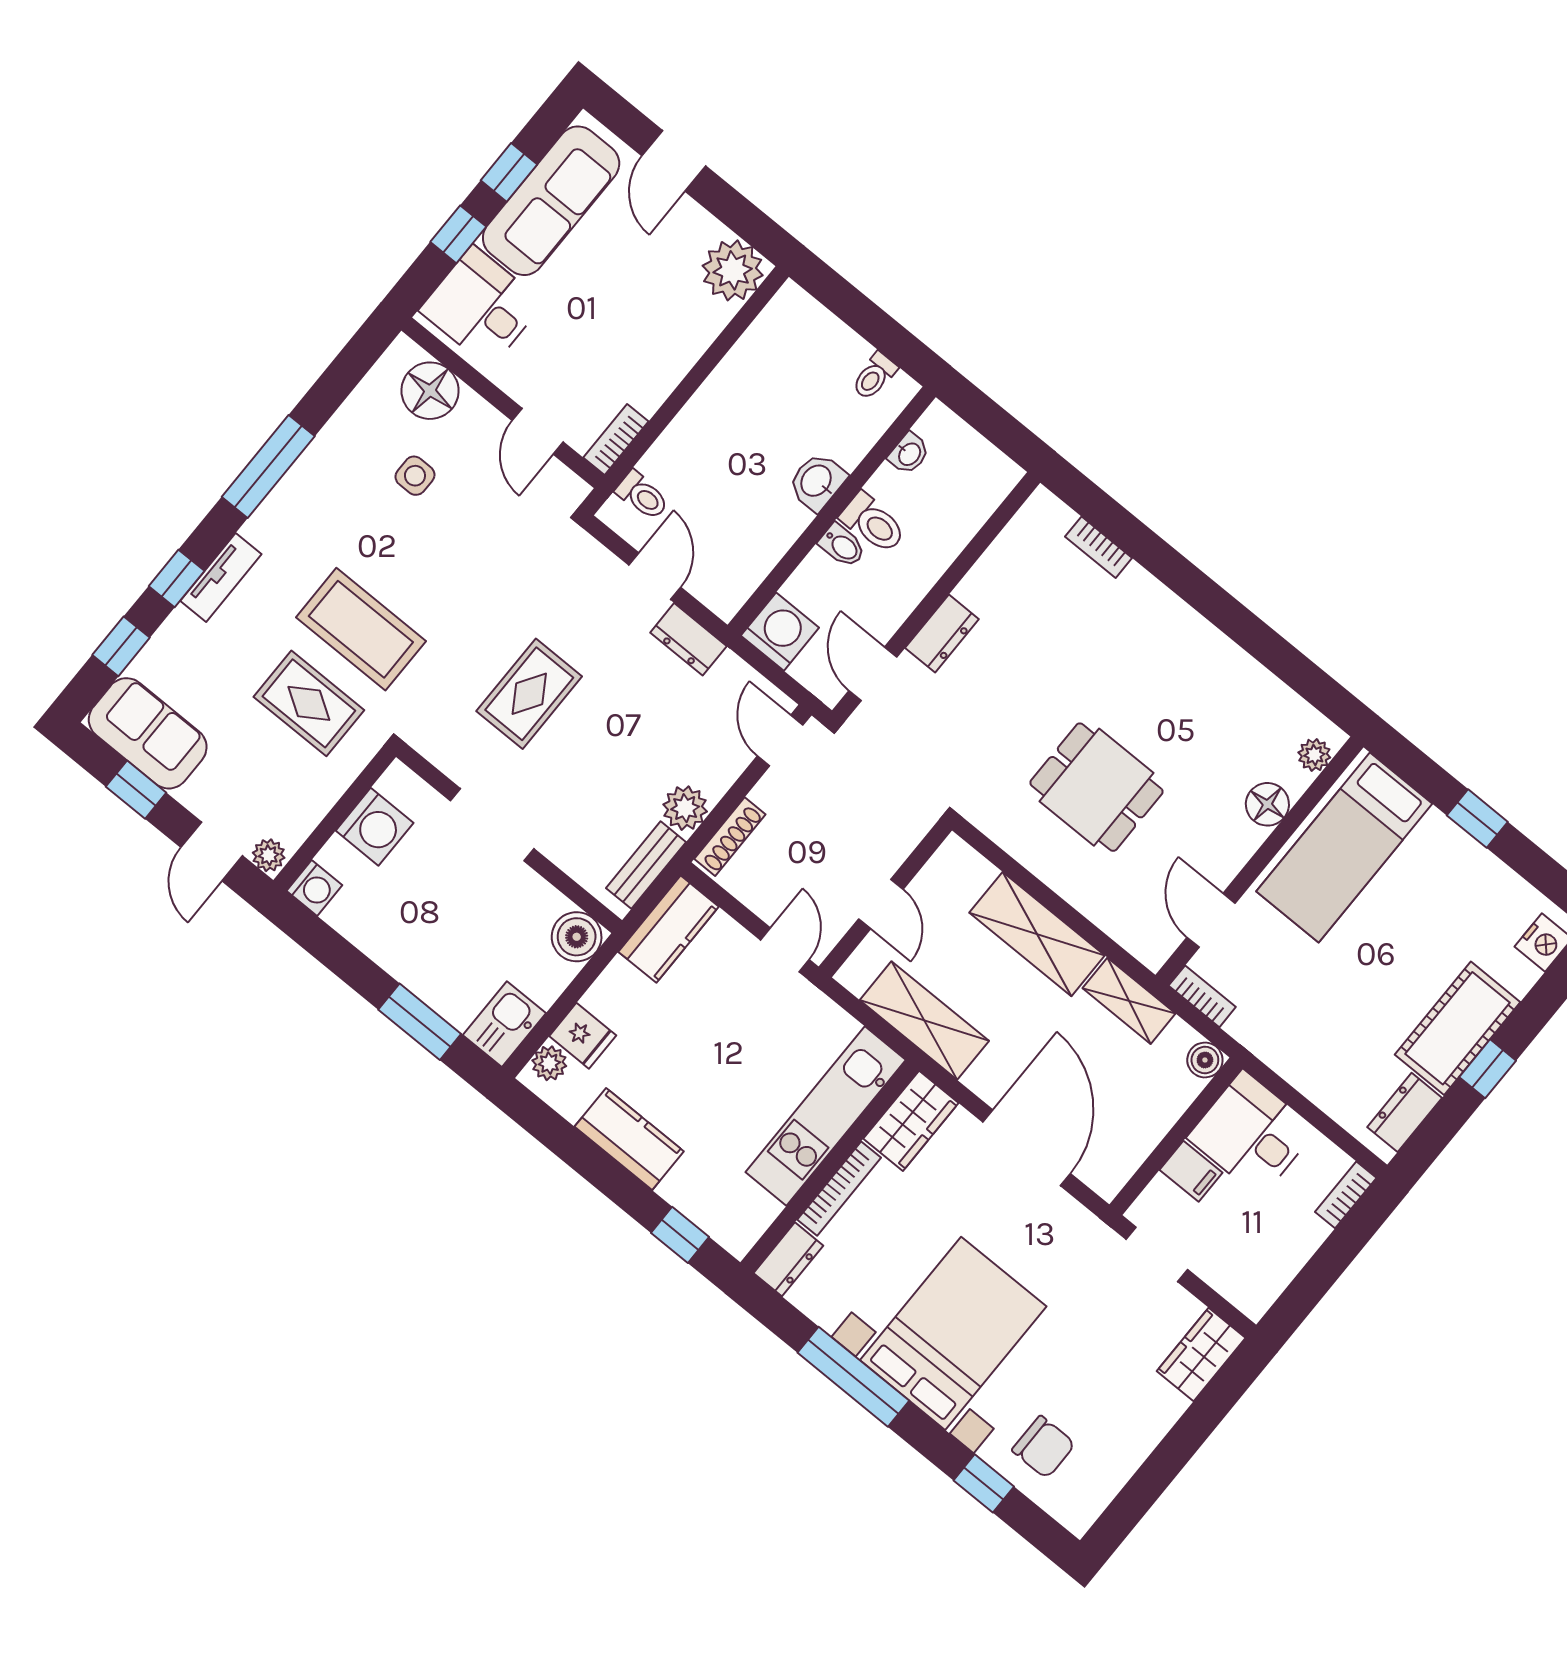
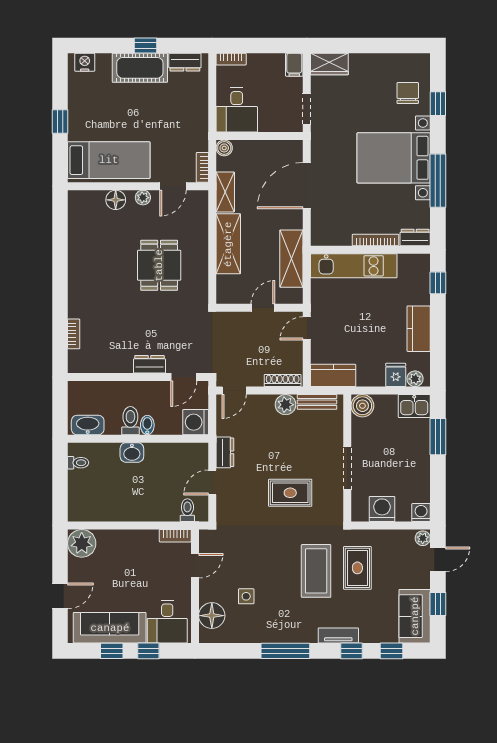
washbasin: (909, 454) -> (88, 425), width x1.91, depth x1.45
plant: (1314, 755) -> (143, 198), moved
wardrobe: (911, 1121) -> (331, 234), removed
filing cabinet: (1191, 1171) -> (294, 65), moved, turned 180

